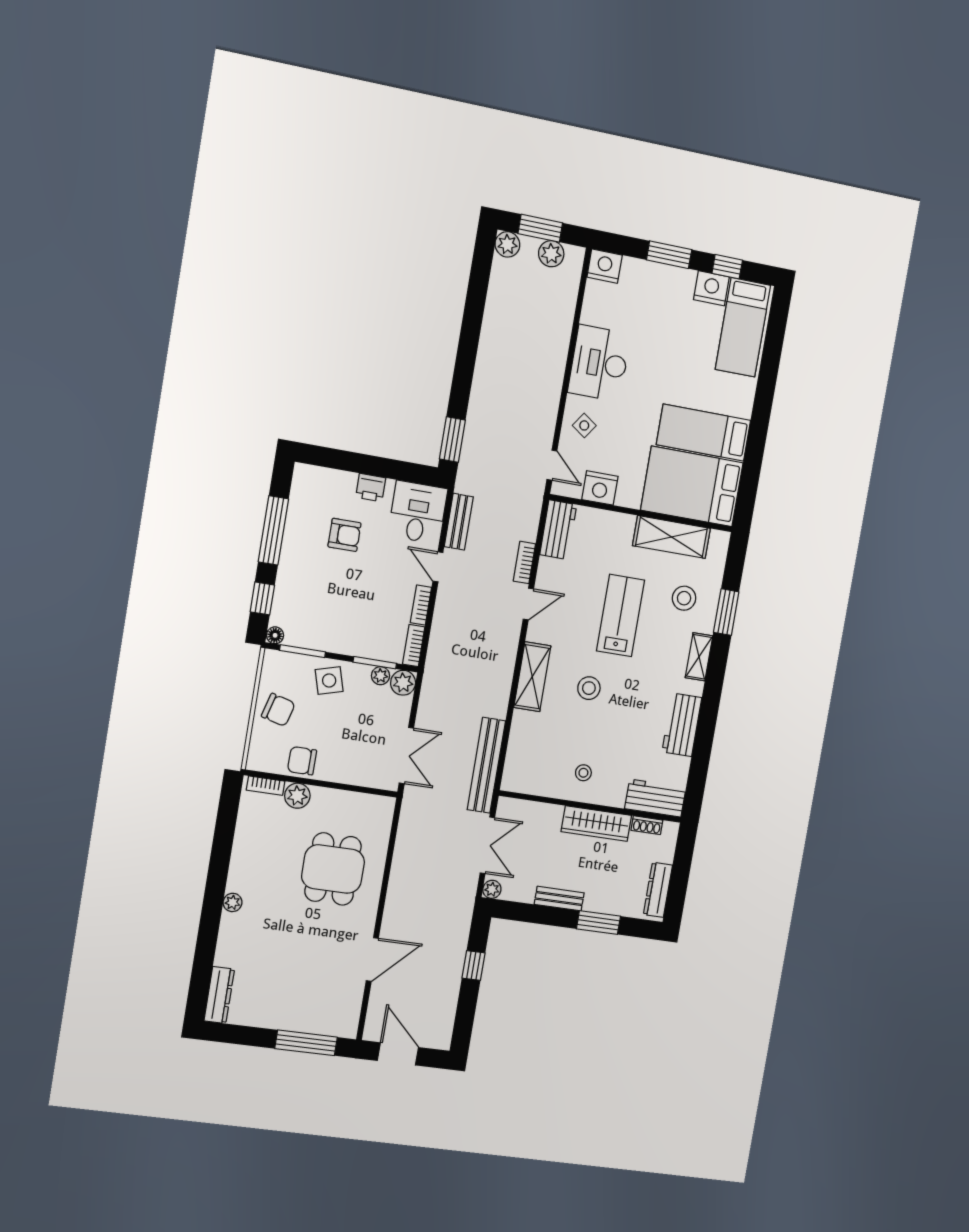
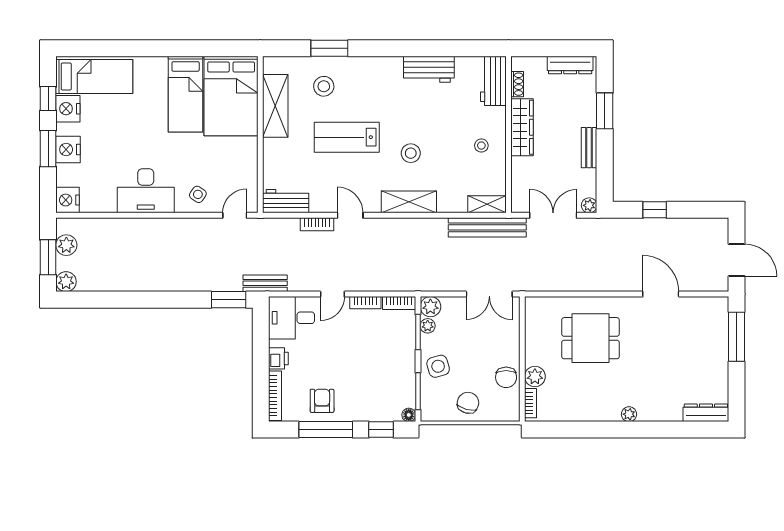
bookcase: (326, 475) -> (275, 396), added
nightstand: (600, 488) -> (68, 149), moved, turned 180
bench: (459, 522) -> (265, 283), moved
armchair: (344, 535) -> (322, 401), moved
shelving: (699, 657) -> (487, 204), moved
double door: (406, 756) -> (489, 294), swing flipped
door: (398, 1054) -> (737, 260), swing flipped

